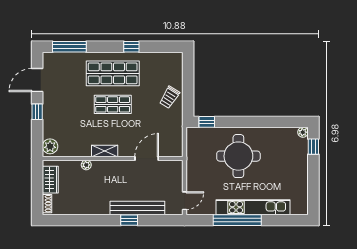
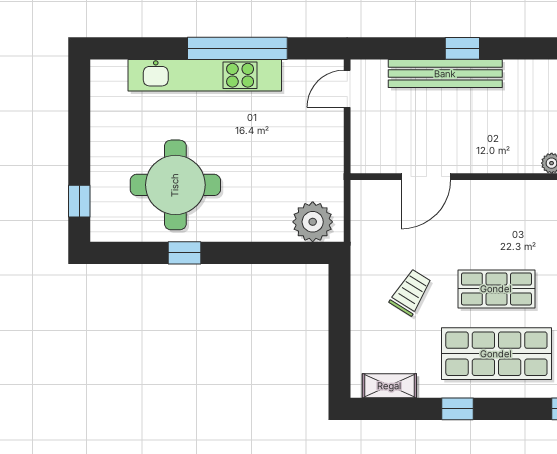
trolley: (169, 97) -> (411, 292), moved
window: (207, 122) -> (184, 253), moved
plant: (303, 132) -> (313, 222), moved, width x1.87, depth x1.87
shelving: (105, 151) -> (389, 386), moved
round table: (238, 156) -> (175, 185), moved

